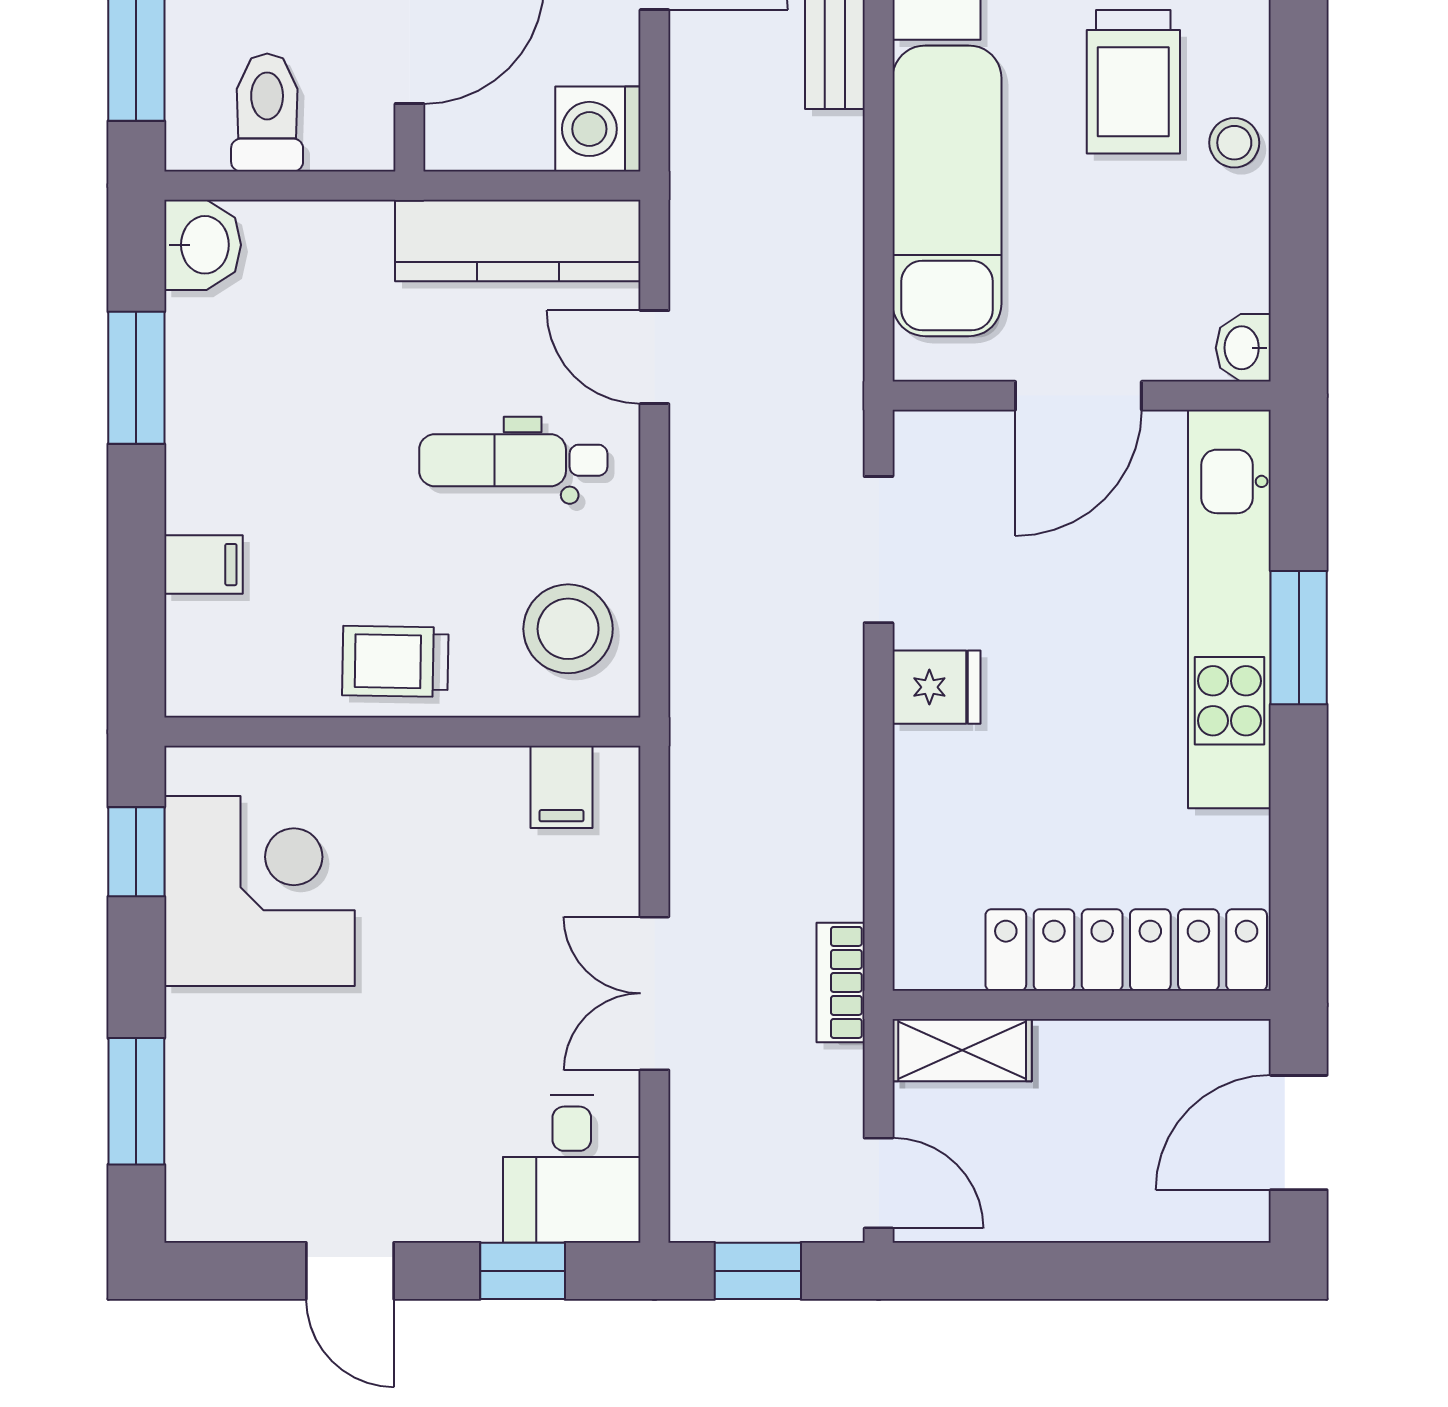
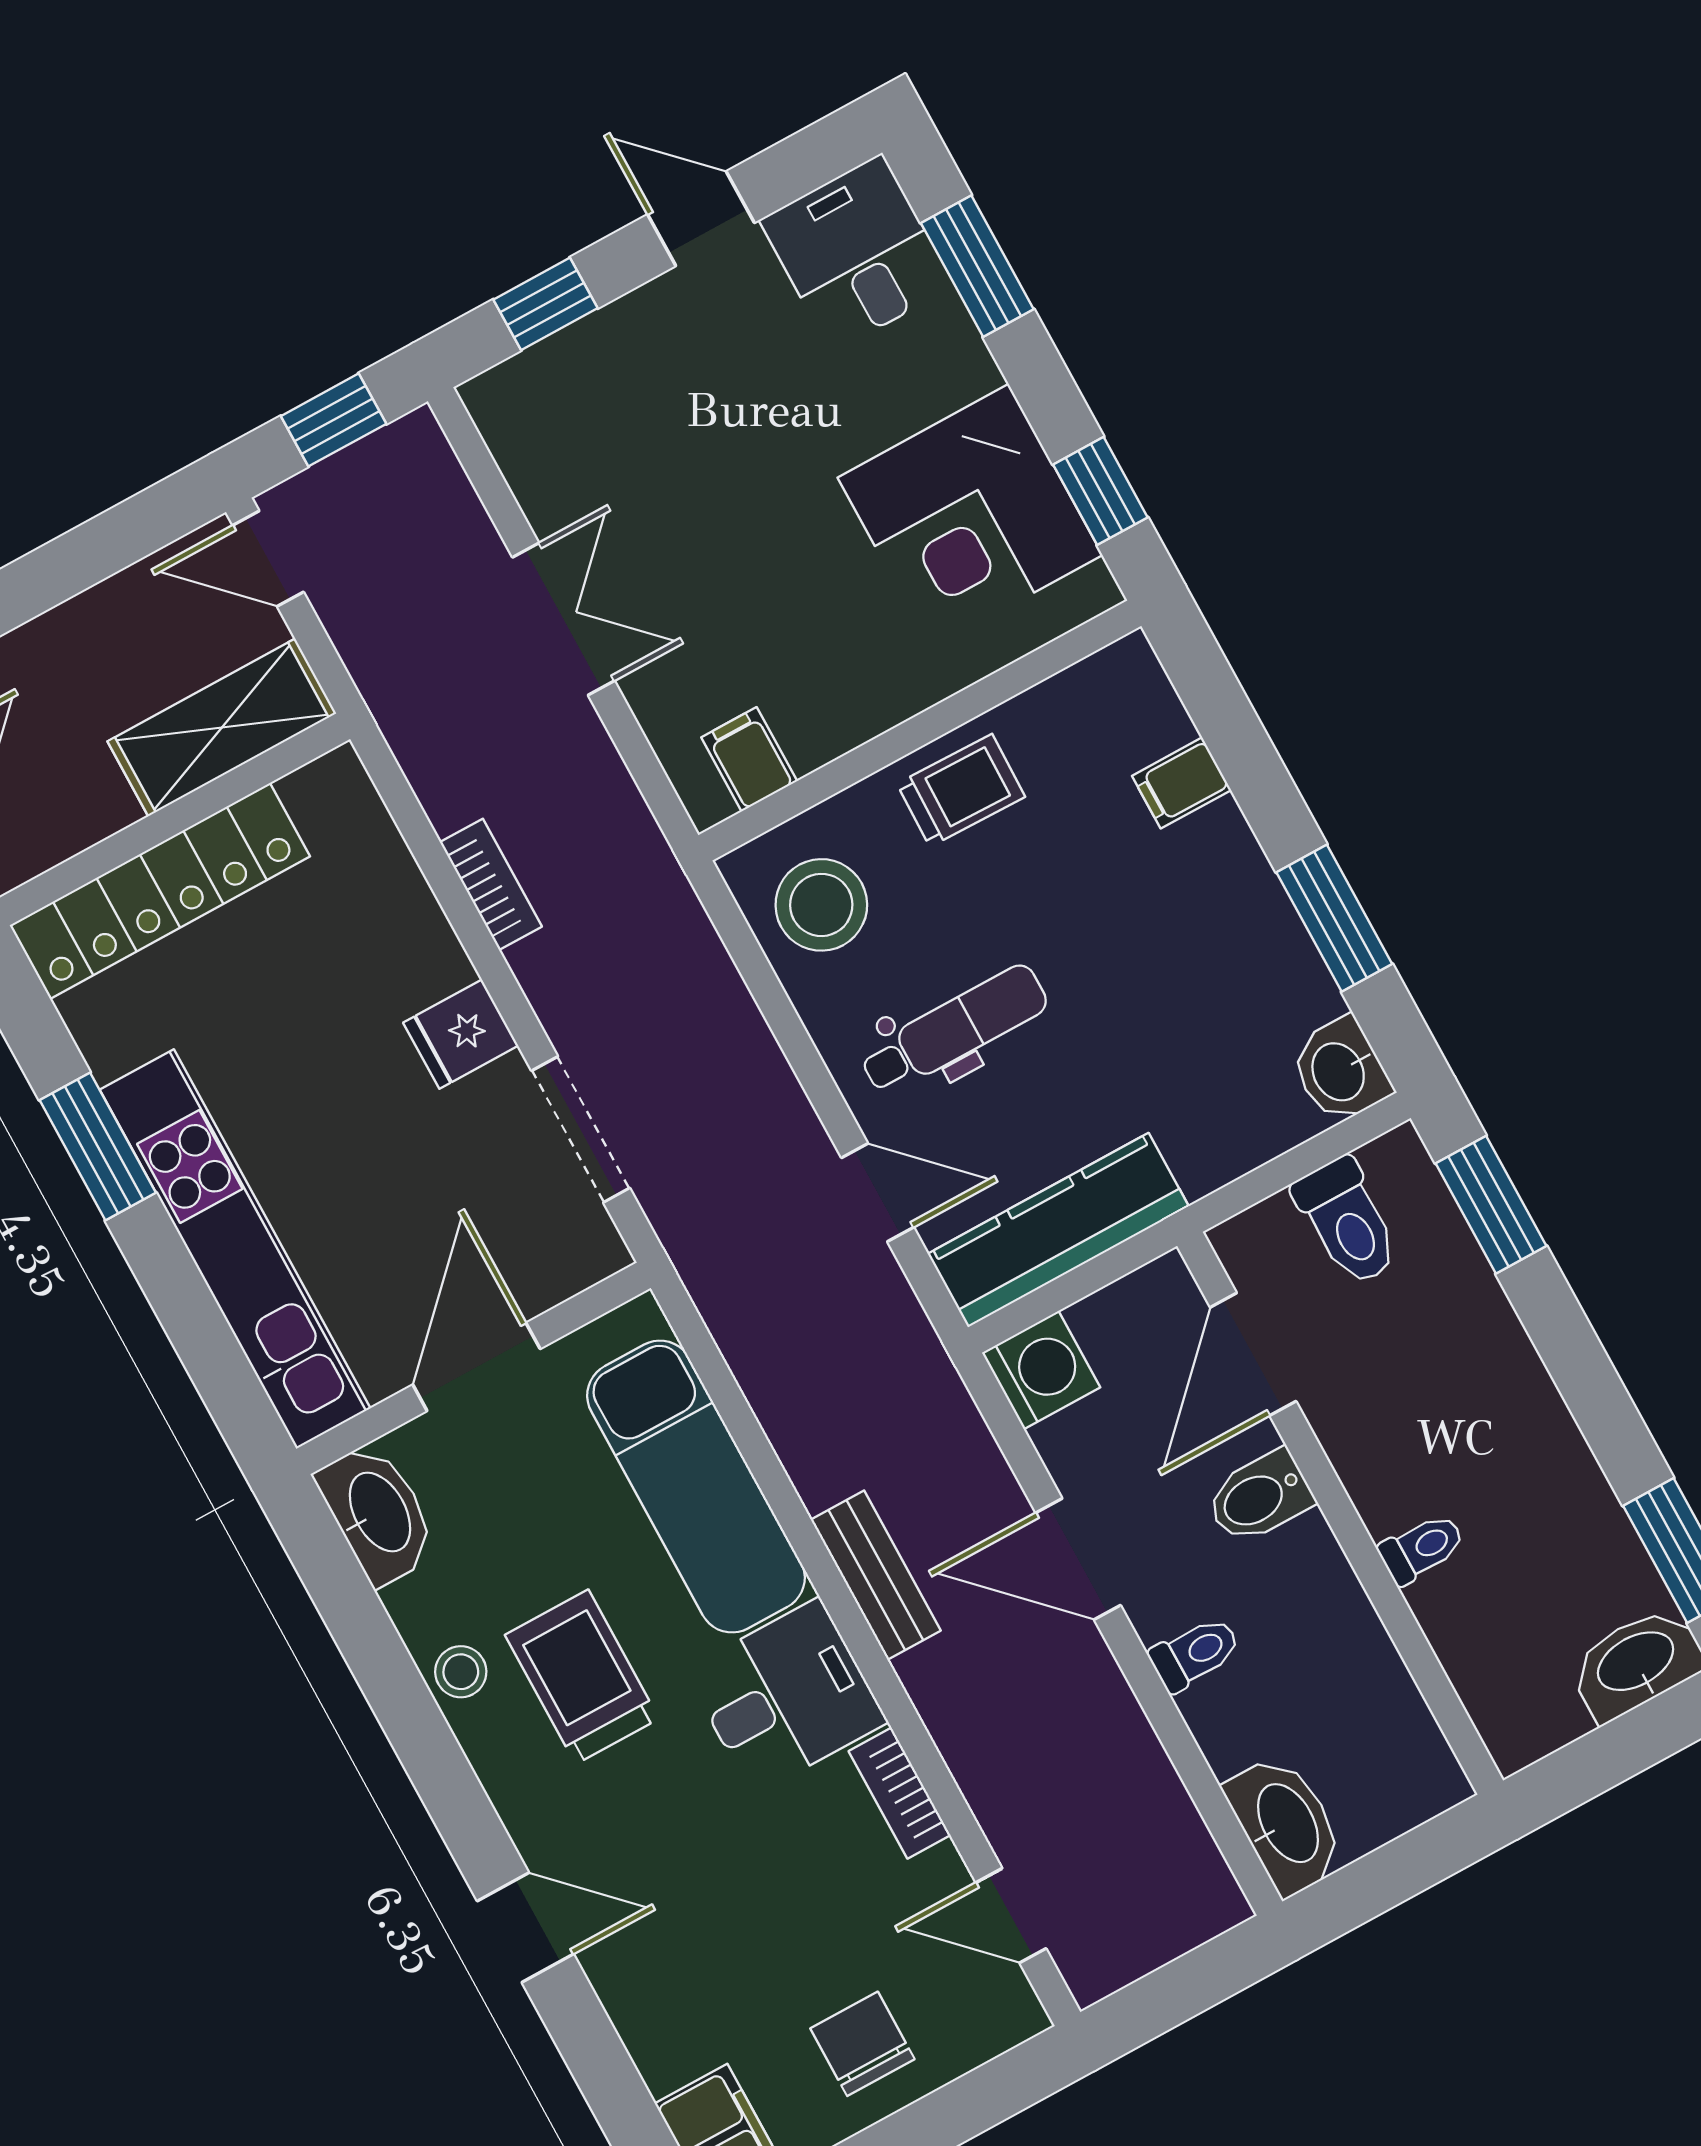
washbasin: (1243, 348) -> (378, 1513), width x1.91, depth x1.45
window: (1299, 638) -> (98, 1146), moved
bookcase: (841, 982) -> (491, 884), moved
shelving: (962, 1050) -> (222, 727), width x1.50, depth x1.33
desk: (572, 1169) -> (857, 253), moved

